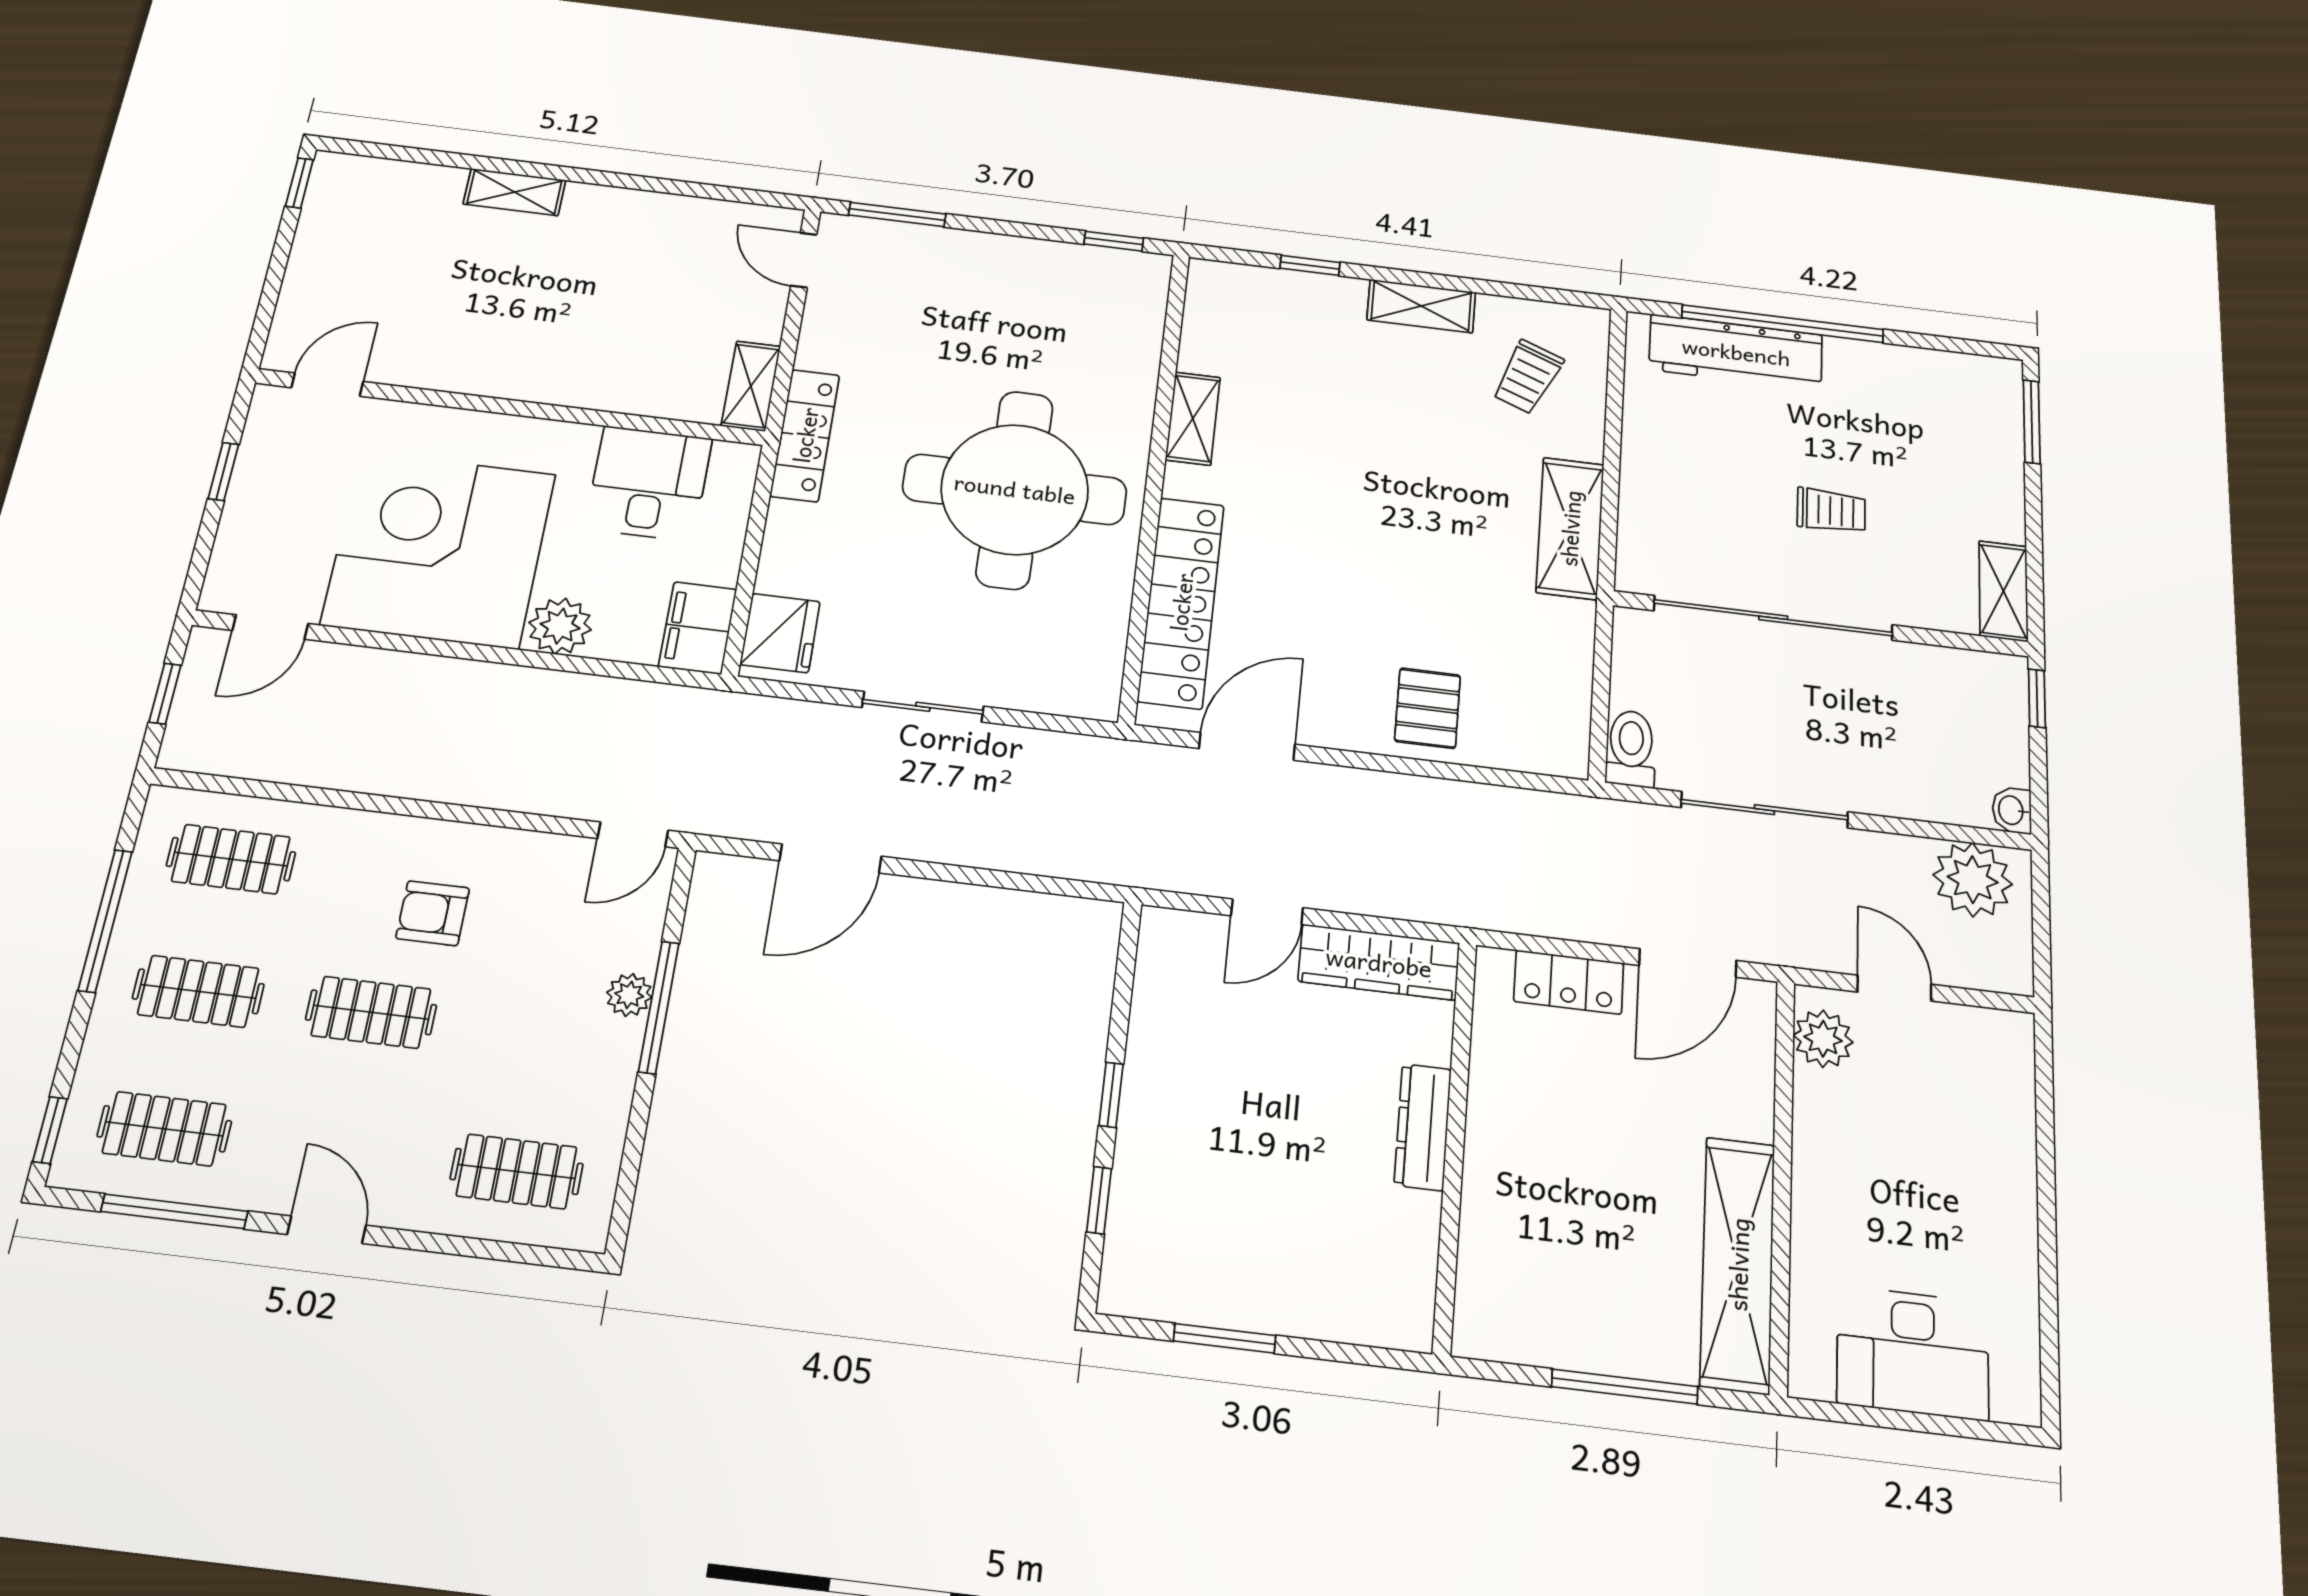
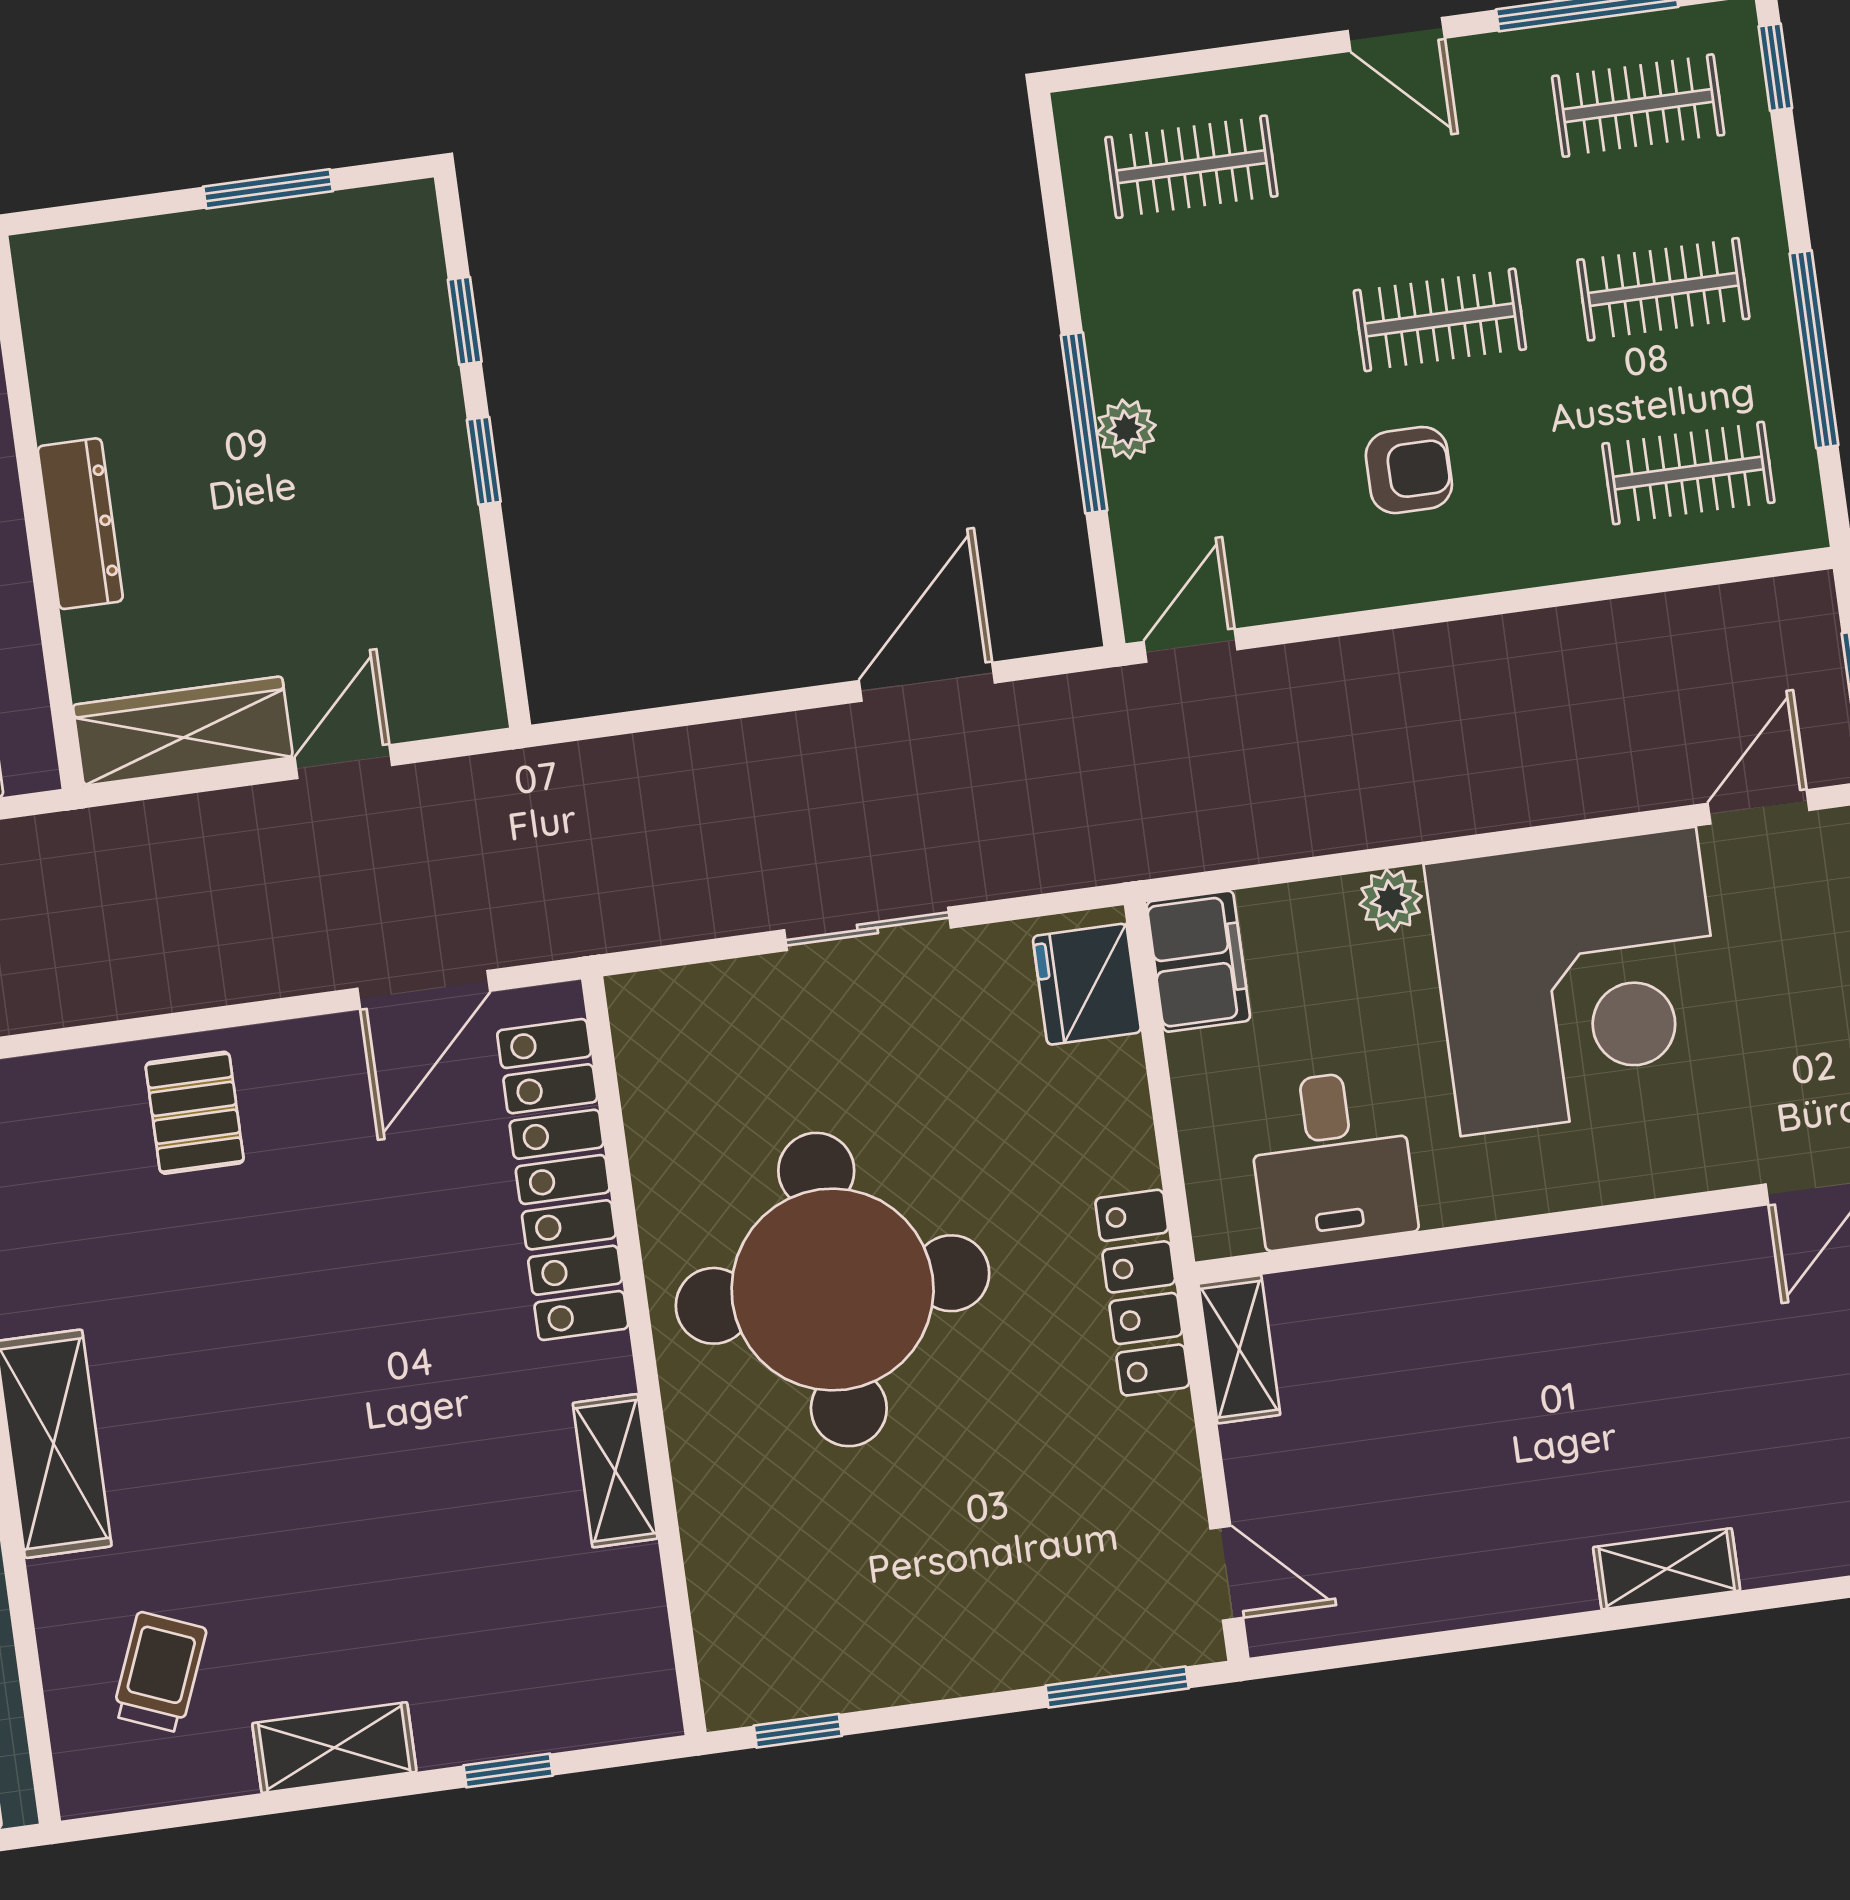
plant: (560, 626) -> (1391, 900), width x0.73, depth x0.73

